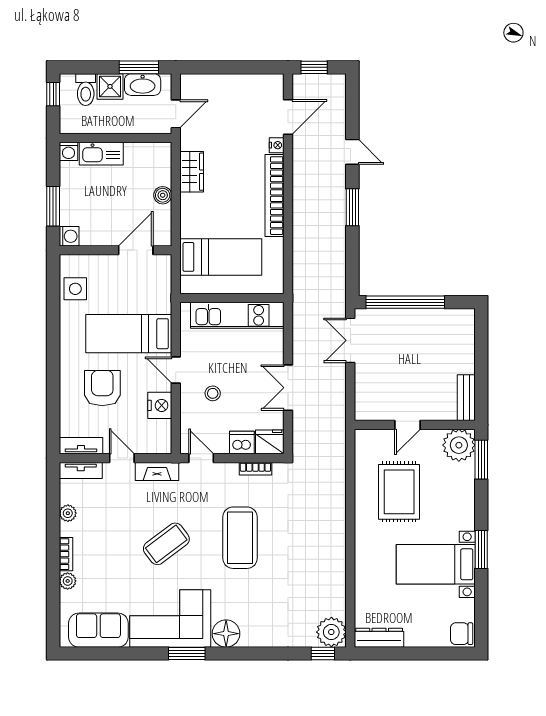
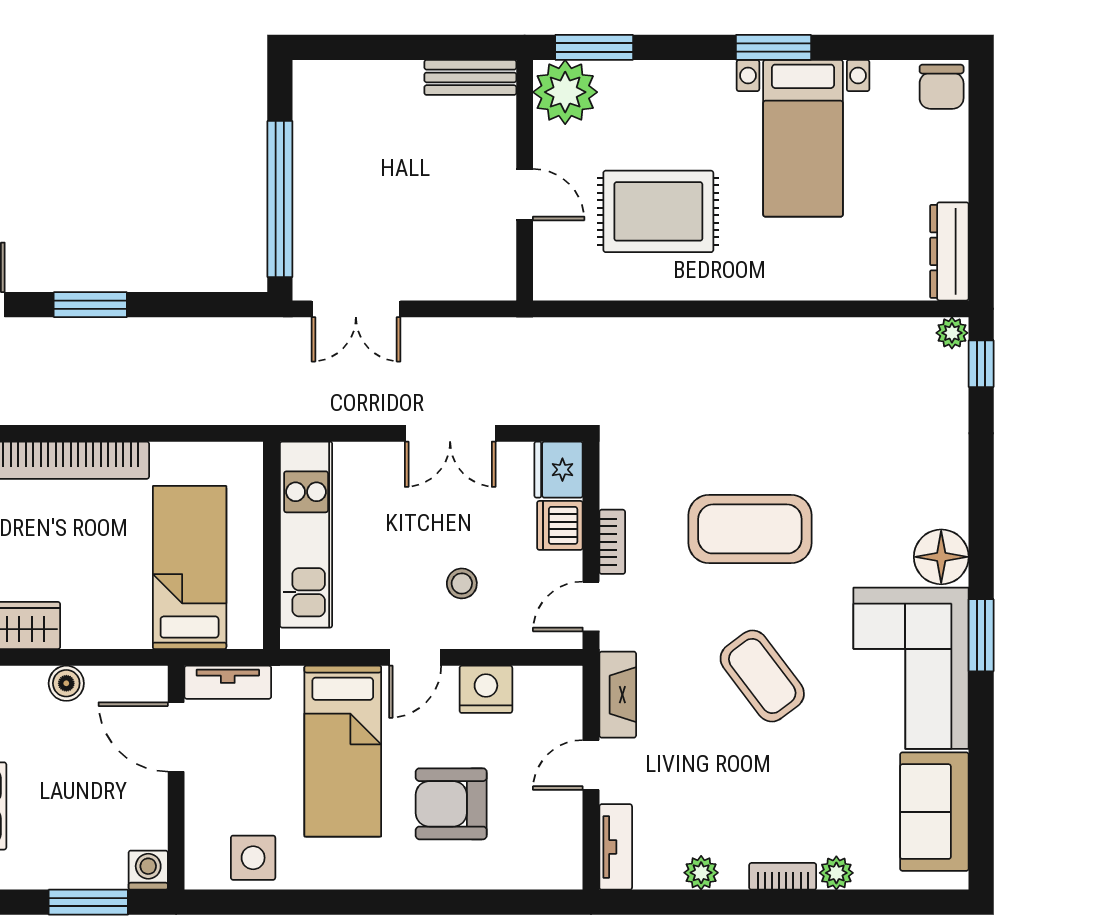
tv unit: (81, 446) -> (228, 682), moved, turned -90
bookcase: (255, 469) -> (612, 542), moved
plant: (331, 632) -> (952, 333), width x0.53, depth x0.53

